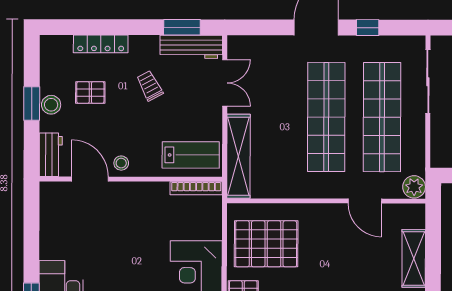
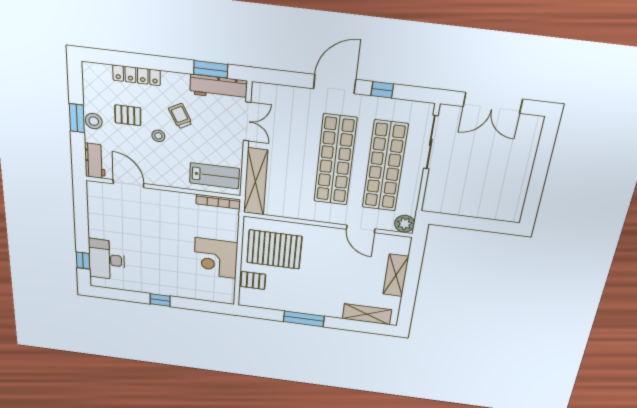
stool: (121, 163) -> (158, 136), moved

